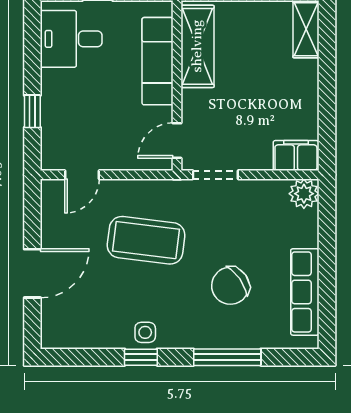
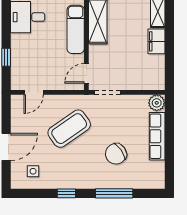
filing cabinet: (296, 156) -> (157, 41), moved, turned -90
coffee table: (146, 240) -> (69, 129), turned -42
row of seats: (305, 292) -> (157, 136), moved
side table: (145, 332) -> (33, 171), moved

